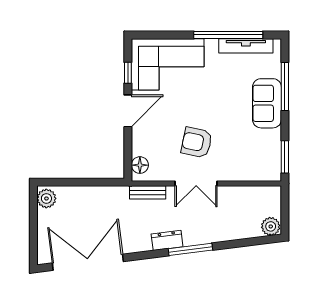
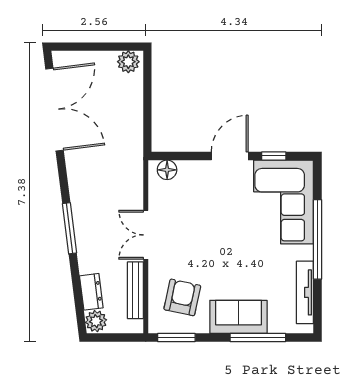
window: (228, 35) -> (317, 239), moved
door: (128, 111) -> (230, 156), swing flipped
armchair: (197, 142) -> (182, 297), moved
bench: (148, 192) -> (135, 290), moved, width x1.36
dresser: (167, 240) -> (91, 292), moved

